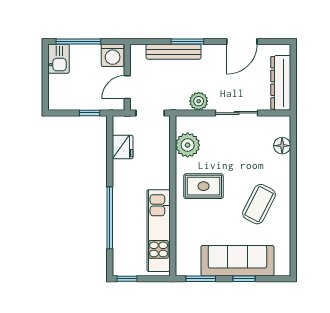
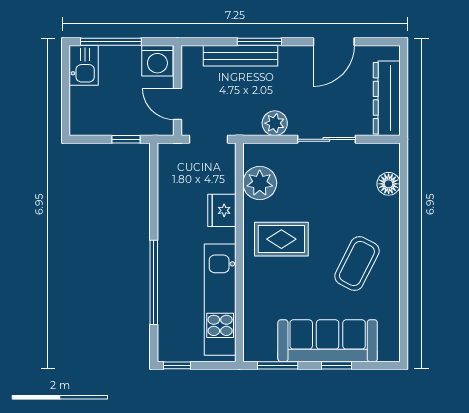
door: (127, 87) -> (178, 104), hinge flipped
fridge: (123, 147) -> (222, 210), moved, turned 180

